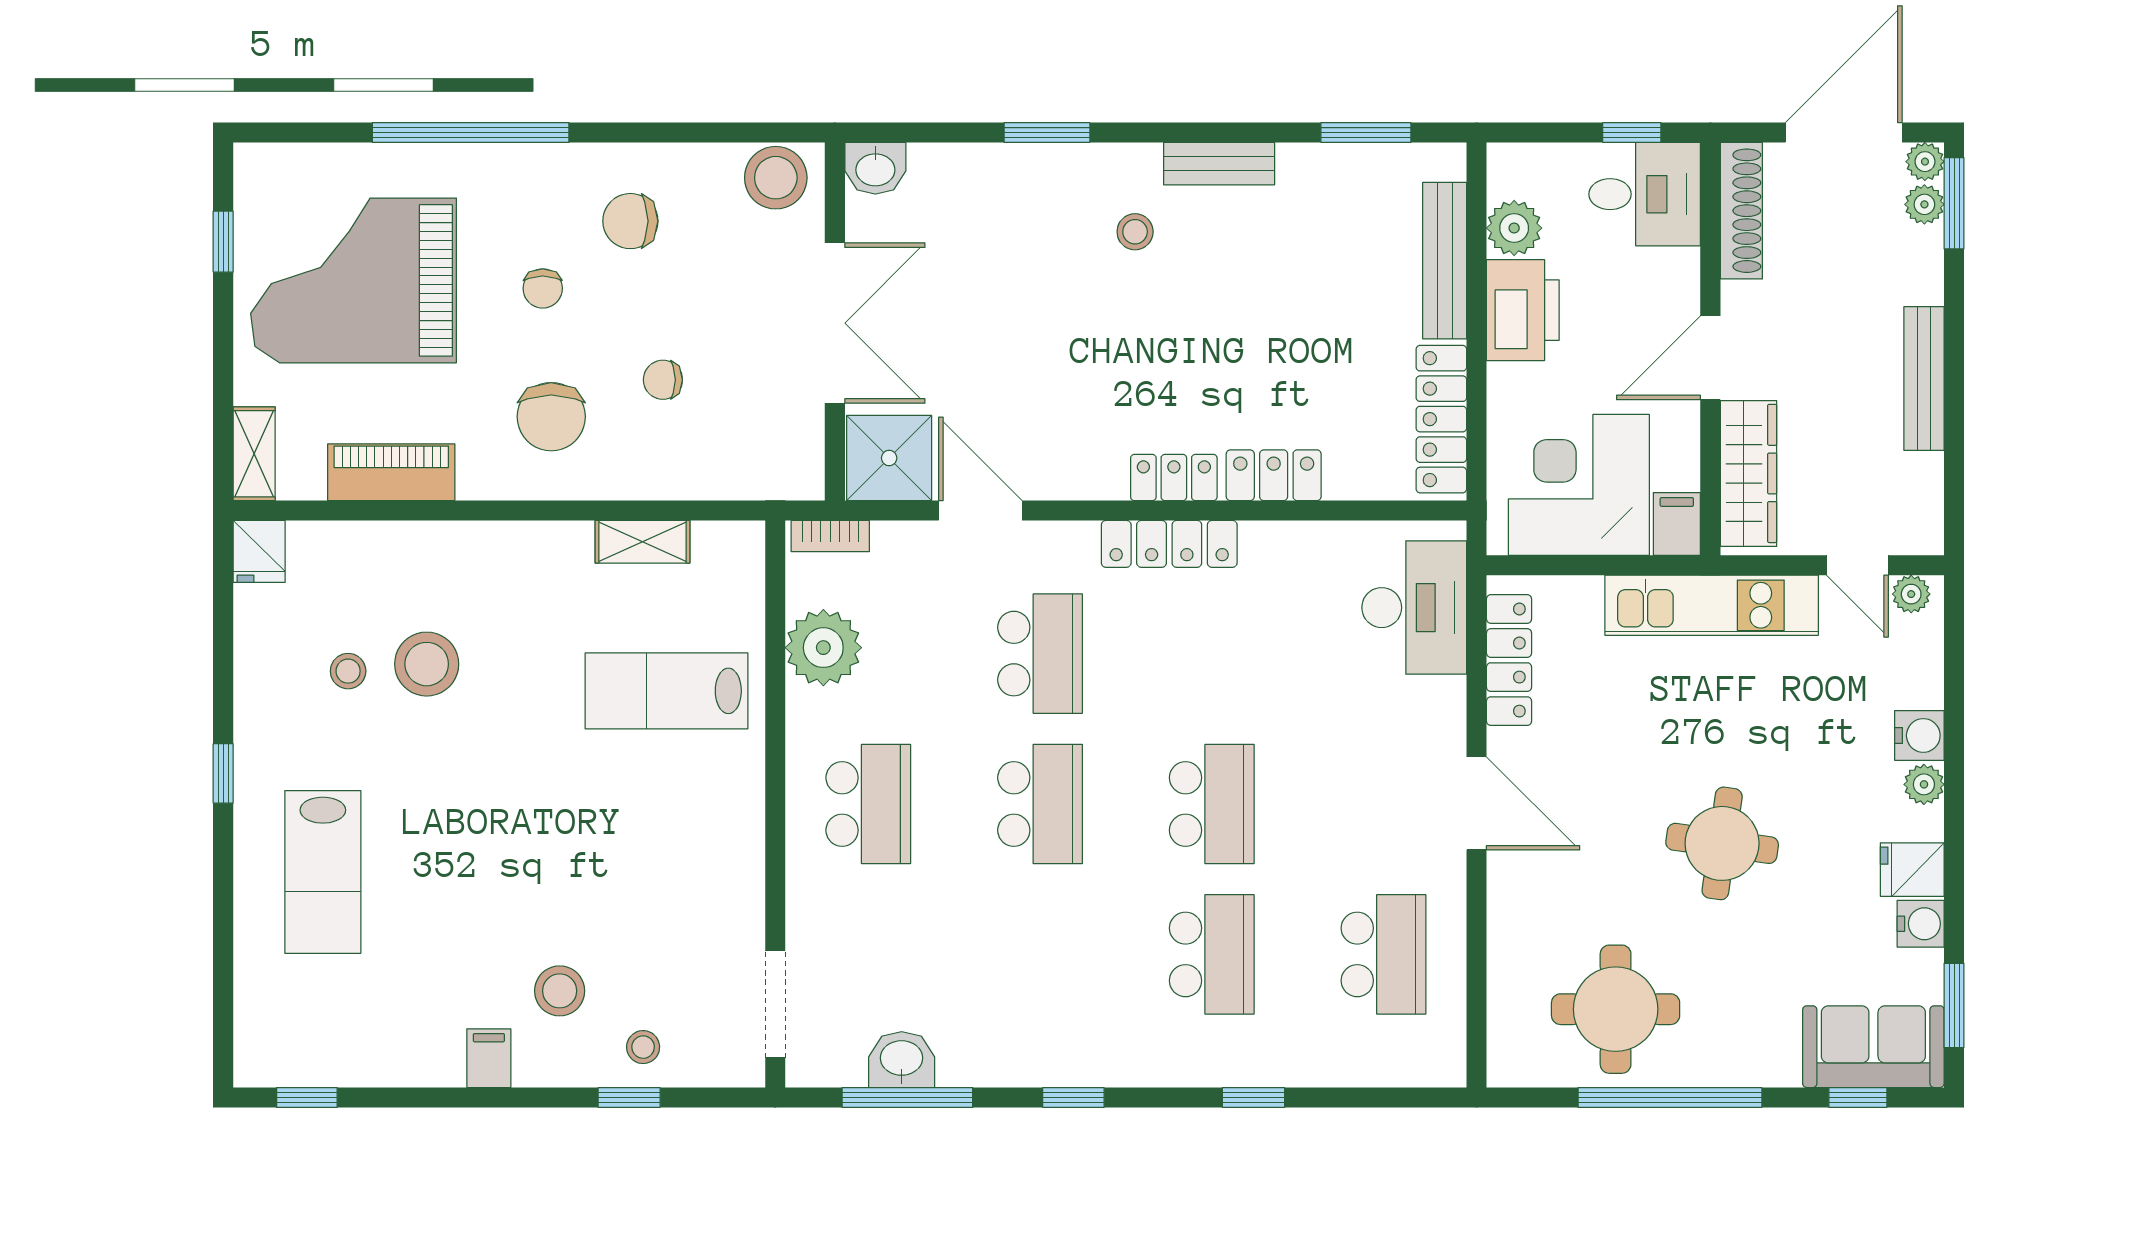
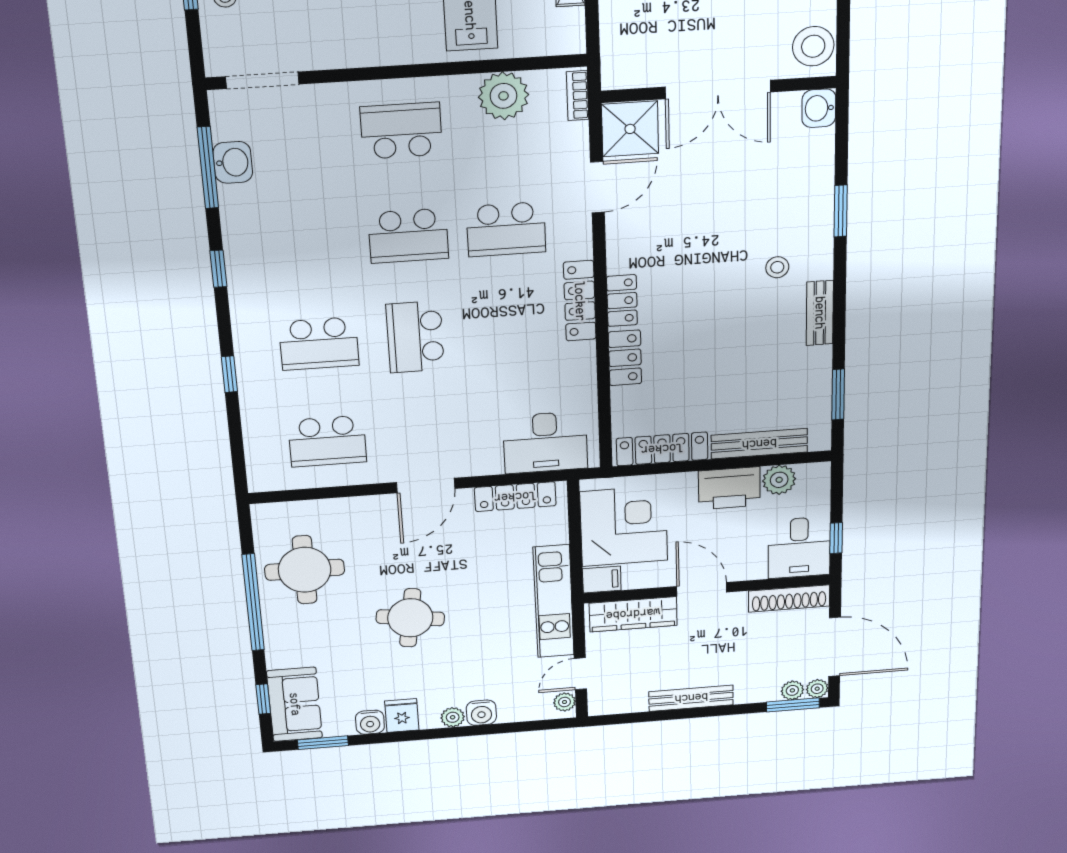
school desk: (868, 804) -> (401, 131), turned 180
school desk: (1212, 804) -> (415, 337), turned 90

